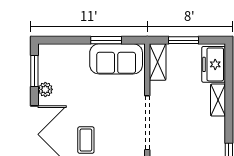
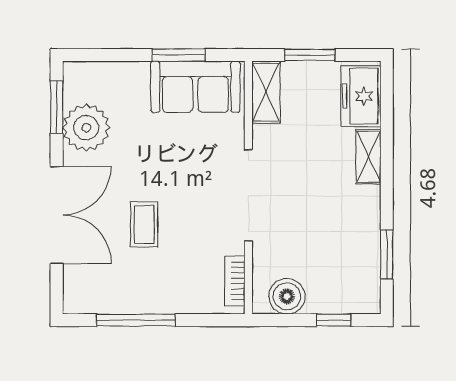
plant: (45, 89) -> (86, 128), width x1.87, depth x1.87

